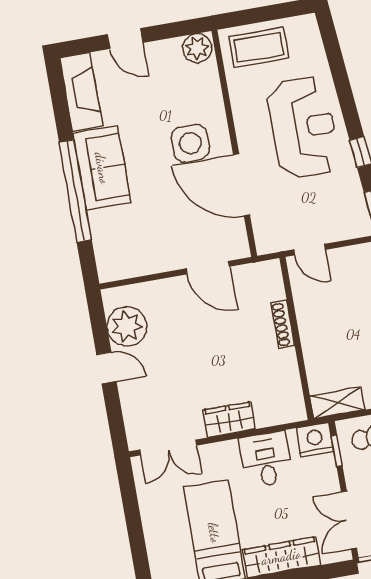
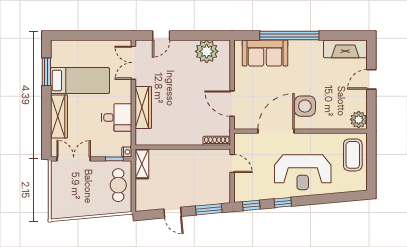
sofa: (102, 168) -> (265, 53), moved
door: (309, 250) -> (232, 163), swing flipped
door: (208, 268) -> (232, 104), hinge flipped
shoe rack: (283, 324) -> (217, 141), moved
door: (106, 368) -> (161, 36), moved
wardrobe: (229, 419) -> (143, 107), width x1.50
nightstand: (315, 440) -> (127, 152), width x0.53, depth x0.56

